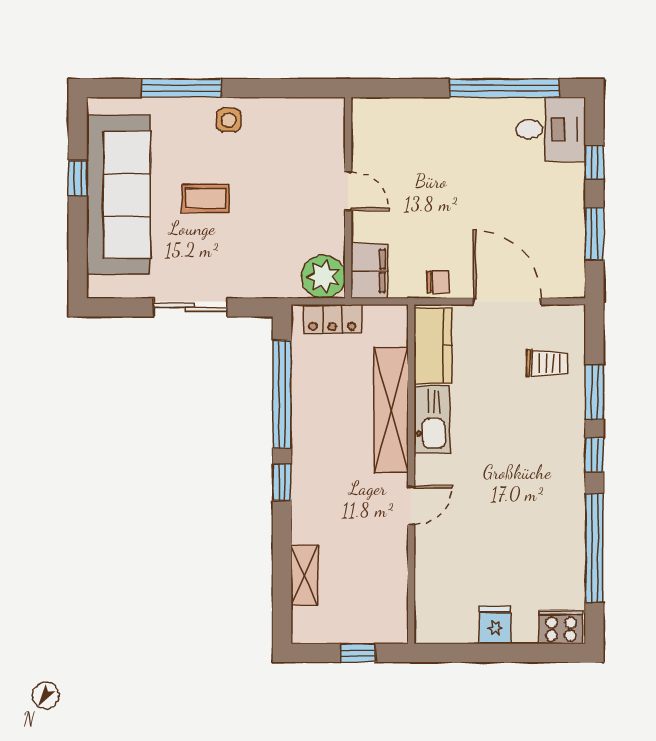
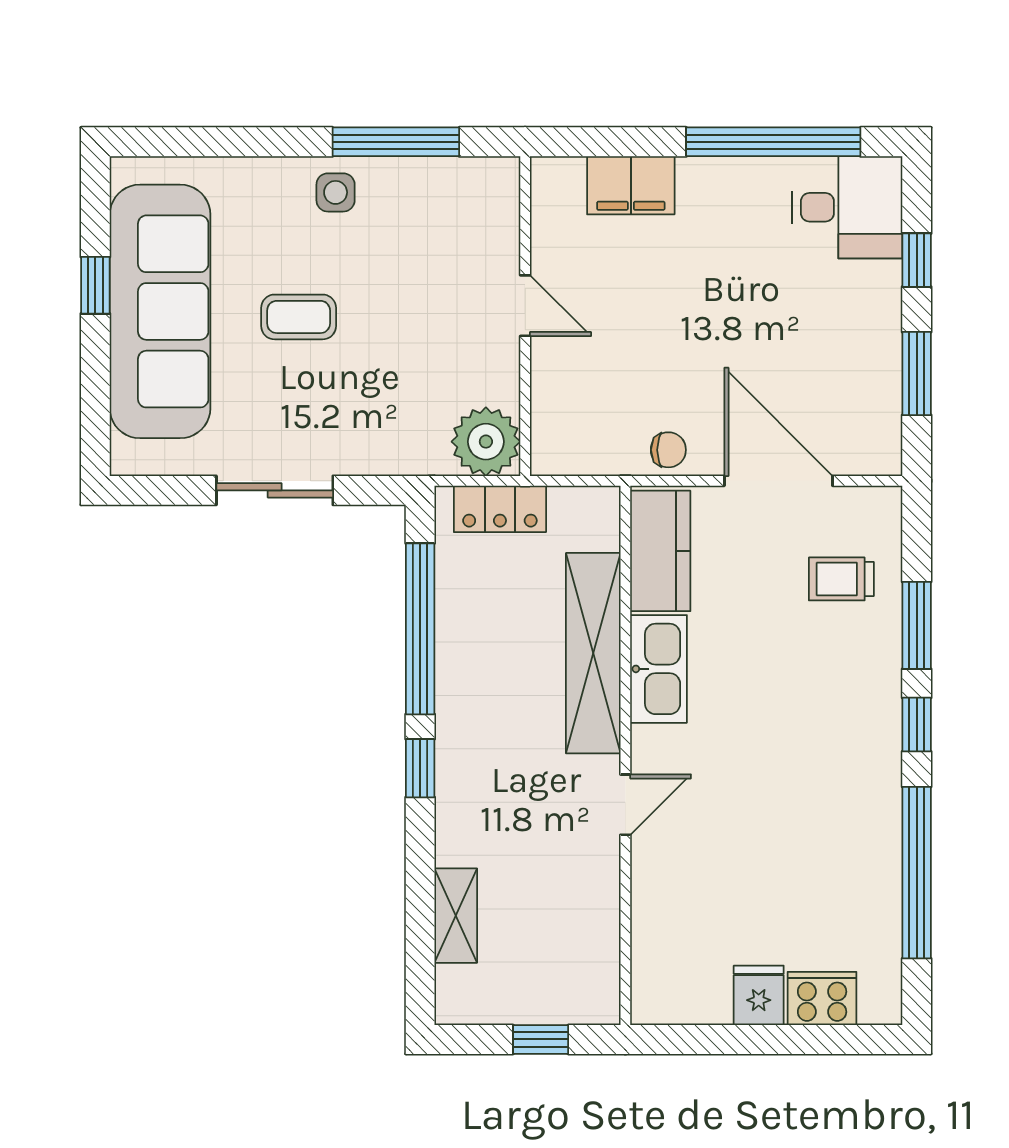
window: (181, 88) -> (396, 142), moved
filing cabinet: (369, 271) -> (631, 185), moved, turned 90
trolley: (547, 363) -> (841, 579), turned 180
cooker: (561, 627) -> (822, 998), moved

